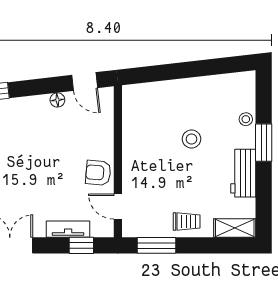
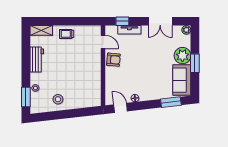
stool: (191, 139) -> (58, 99), moved
window: (264, 143) -> (26, 97), moved
window: (156, 245) -> (83, 21), removed

